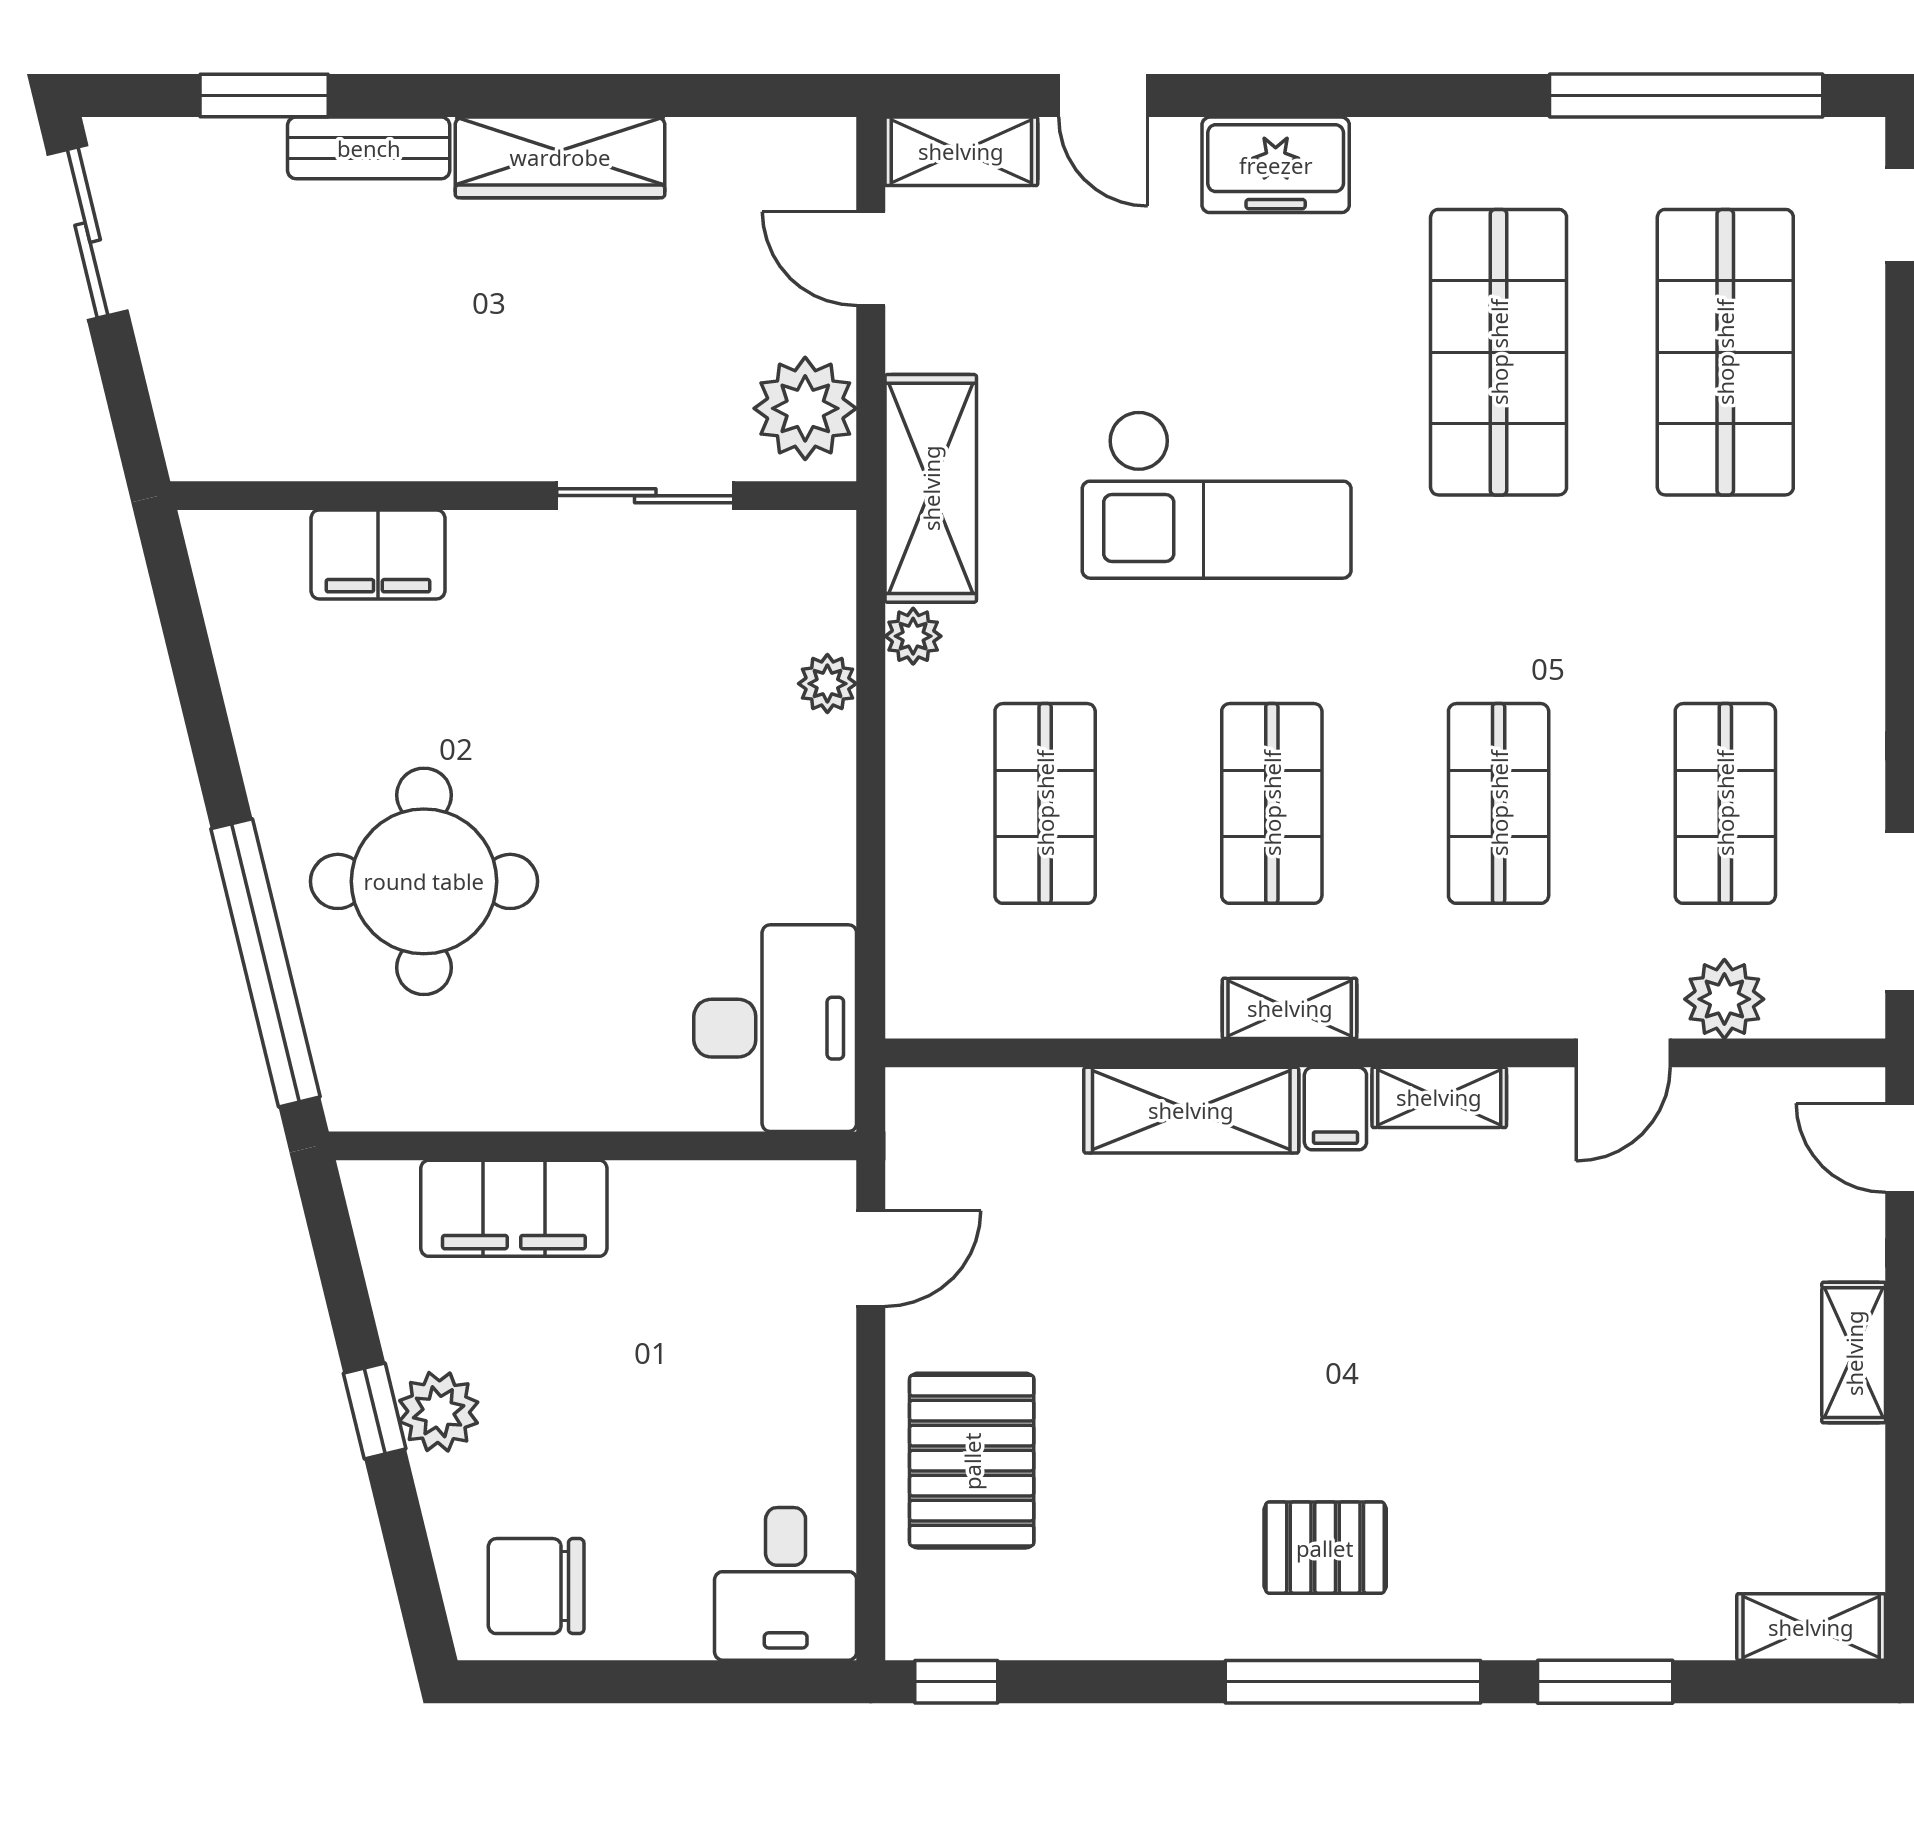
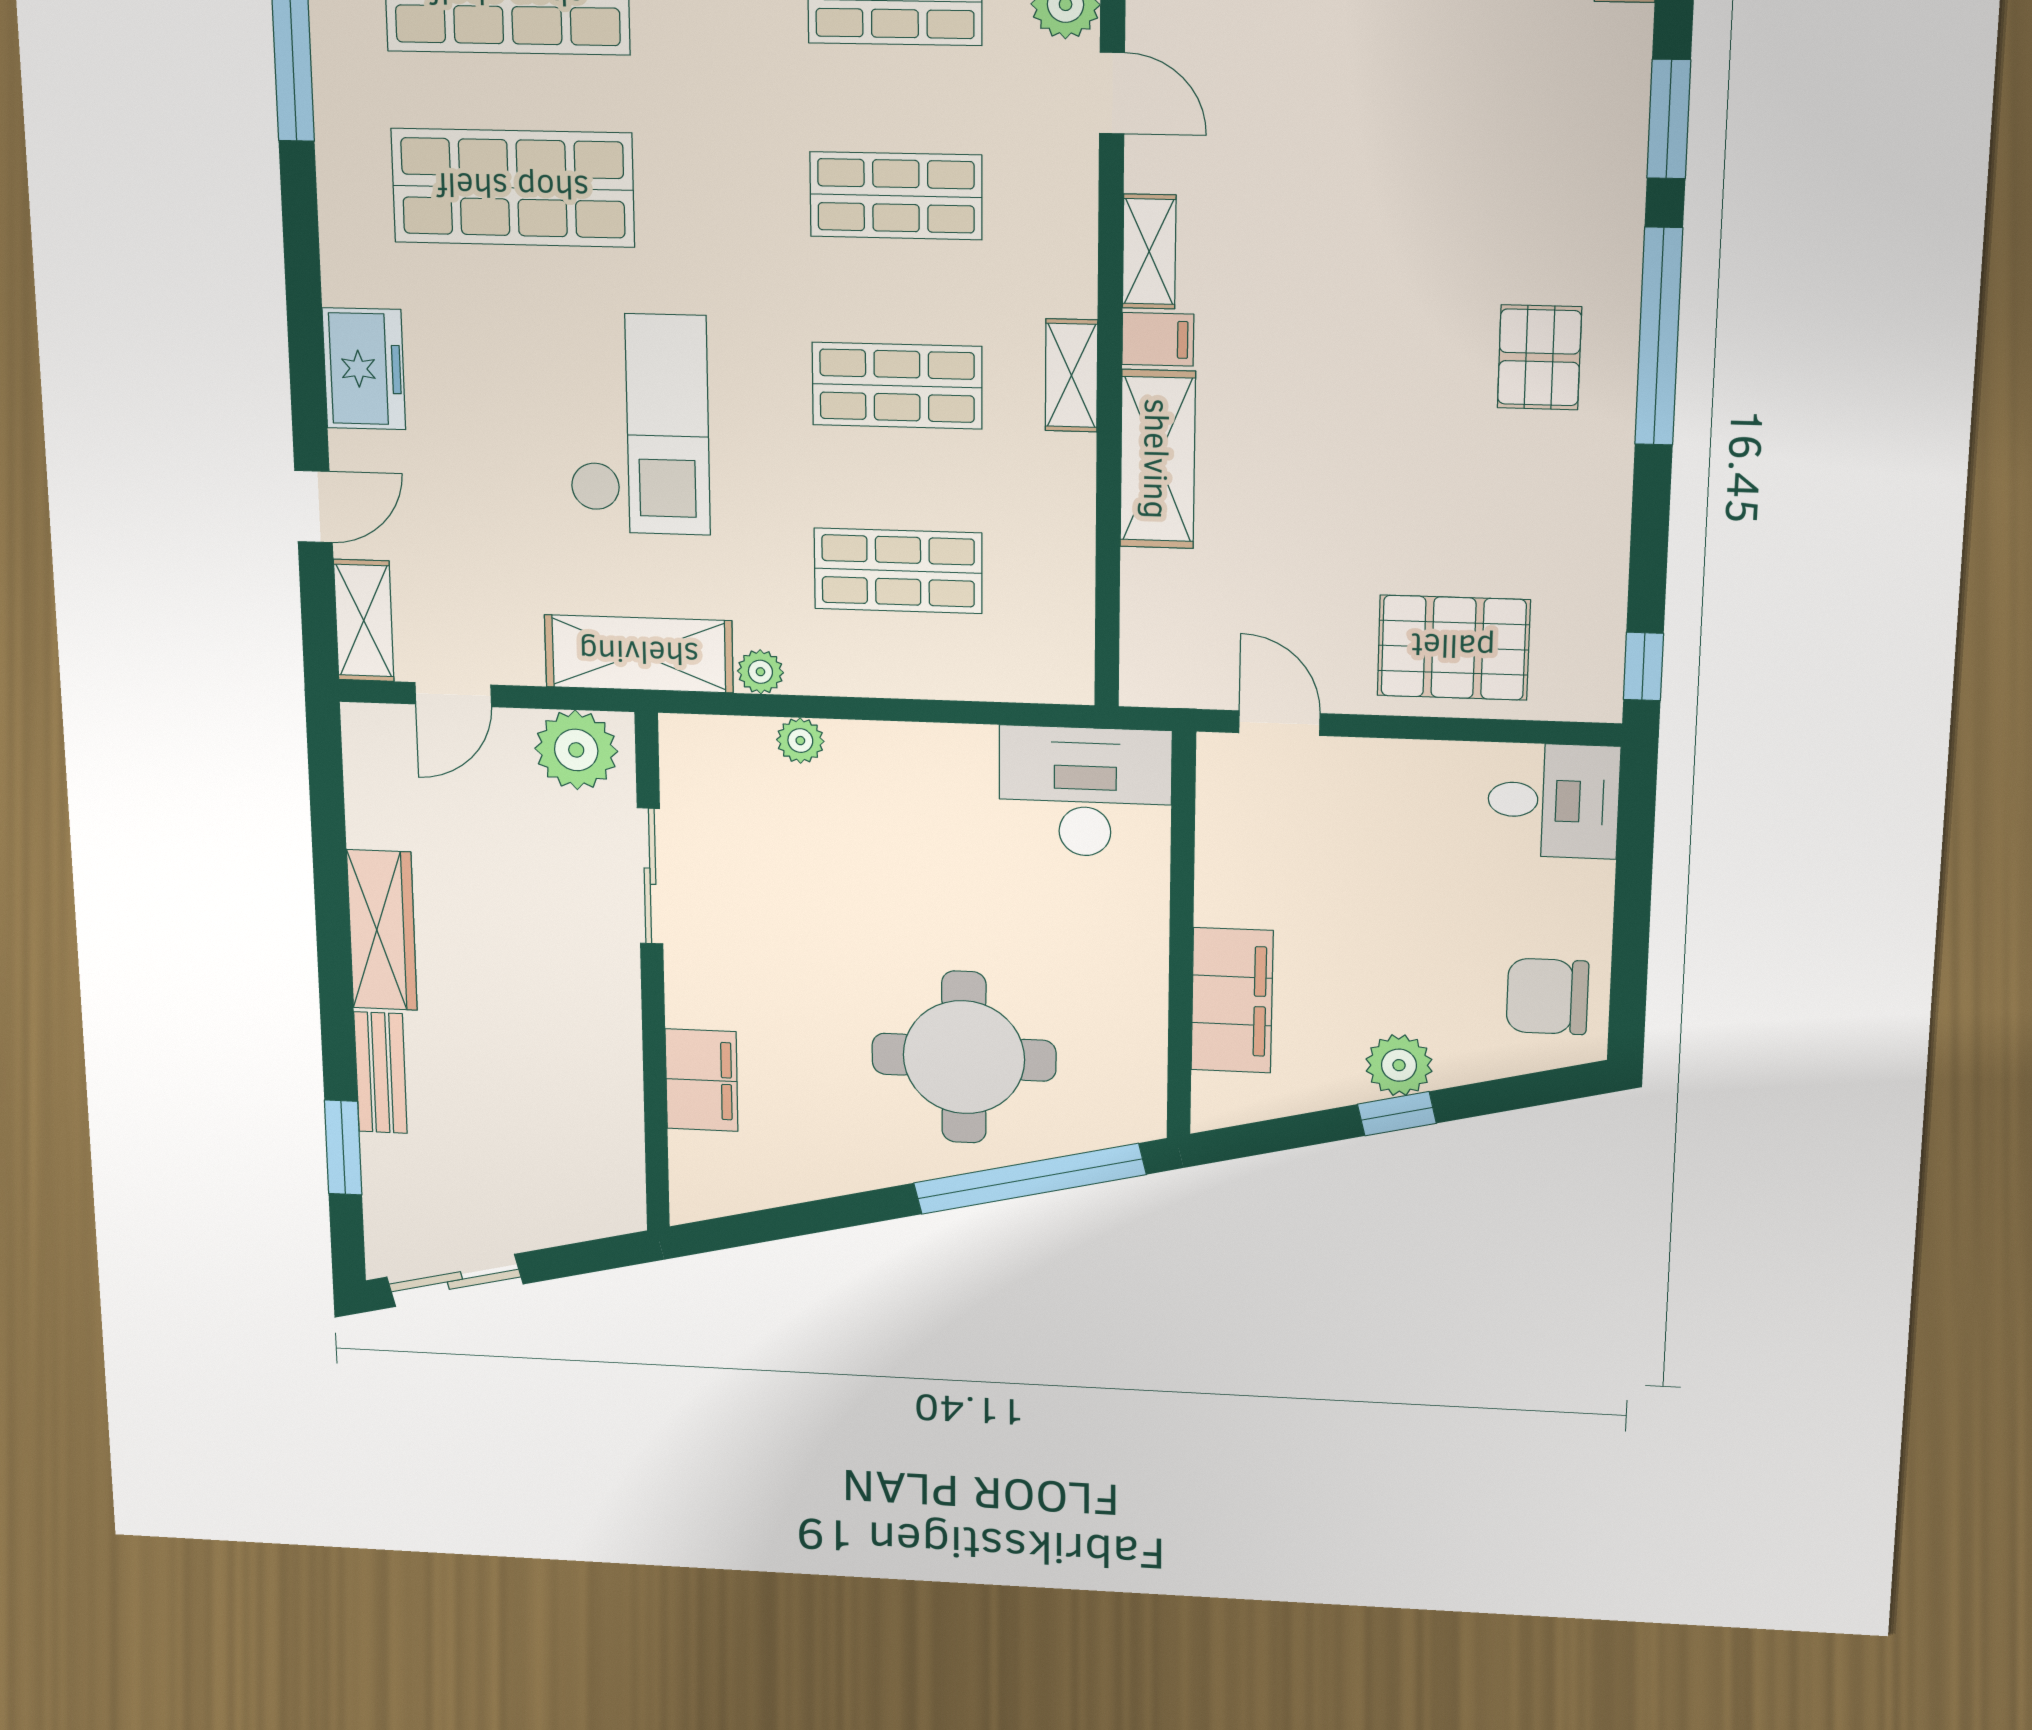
chair: (536, 1586) -> (1547, 996), turned 90

